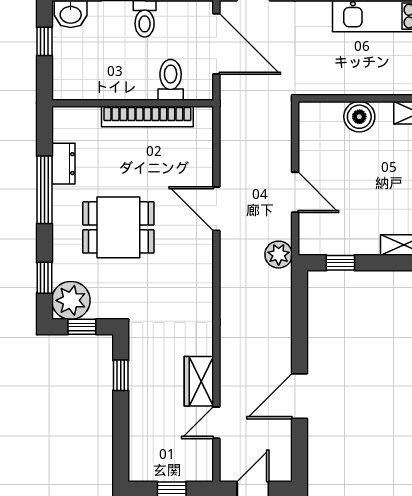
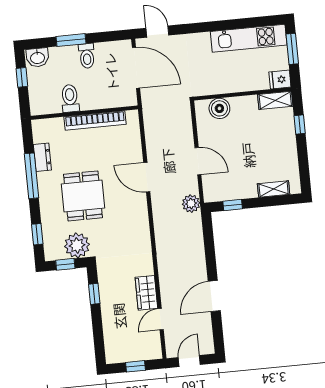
toilet: (171, 80) -> (70, 98), moved
boiler: (359, 117) -> (219, 108), moved
dining table: (118, 227) -> (83, 196), turned 90
plant: (71, 300) -> (77, 245), moved

